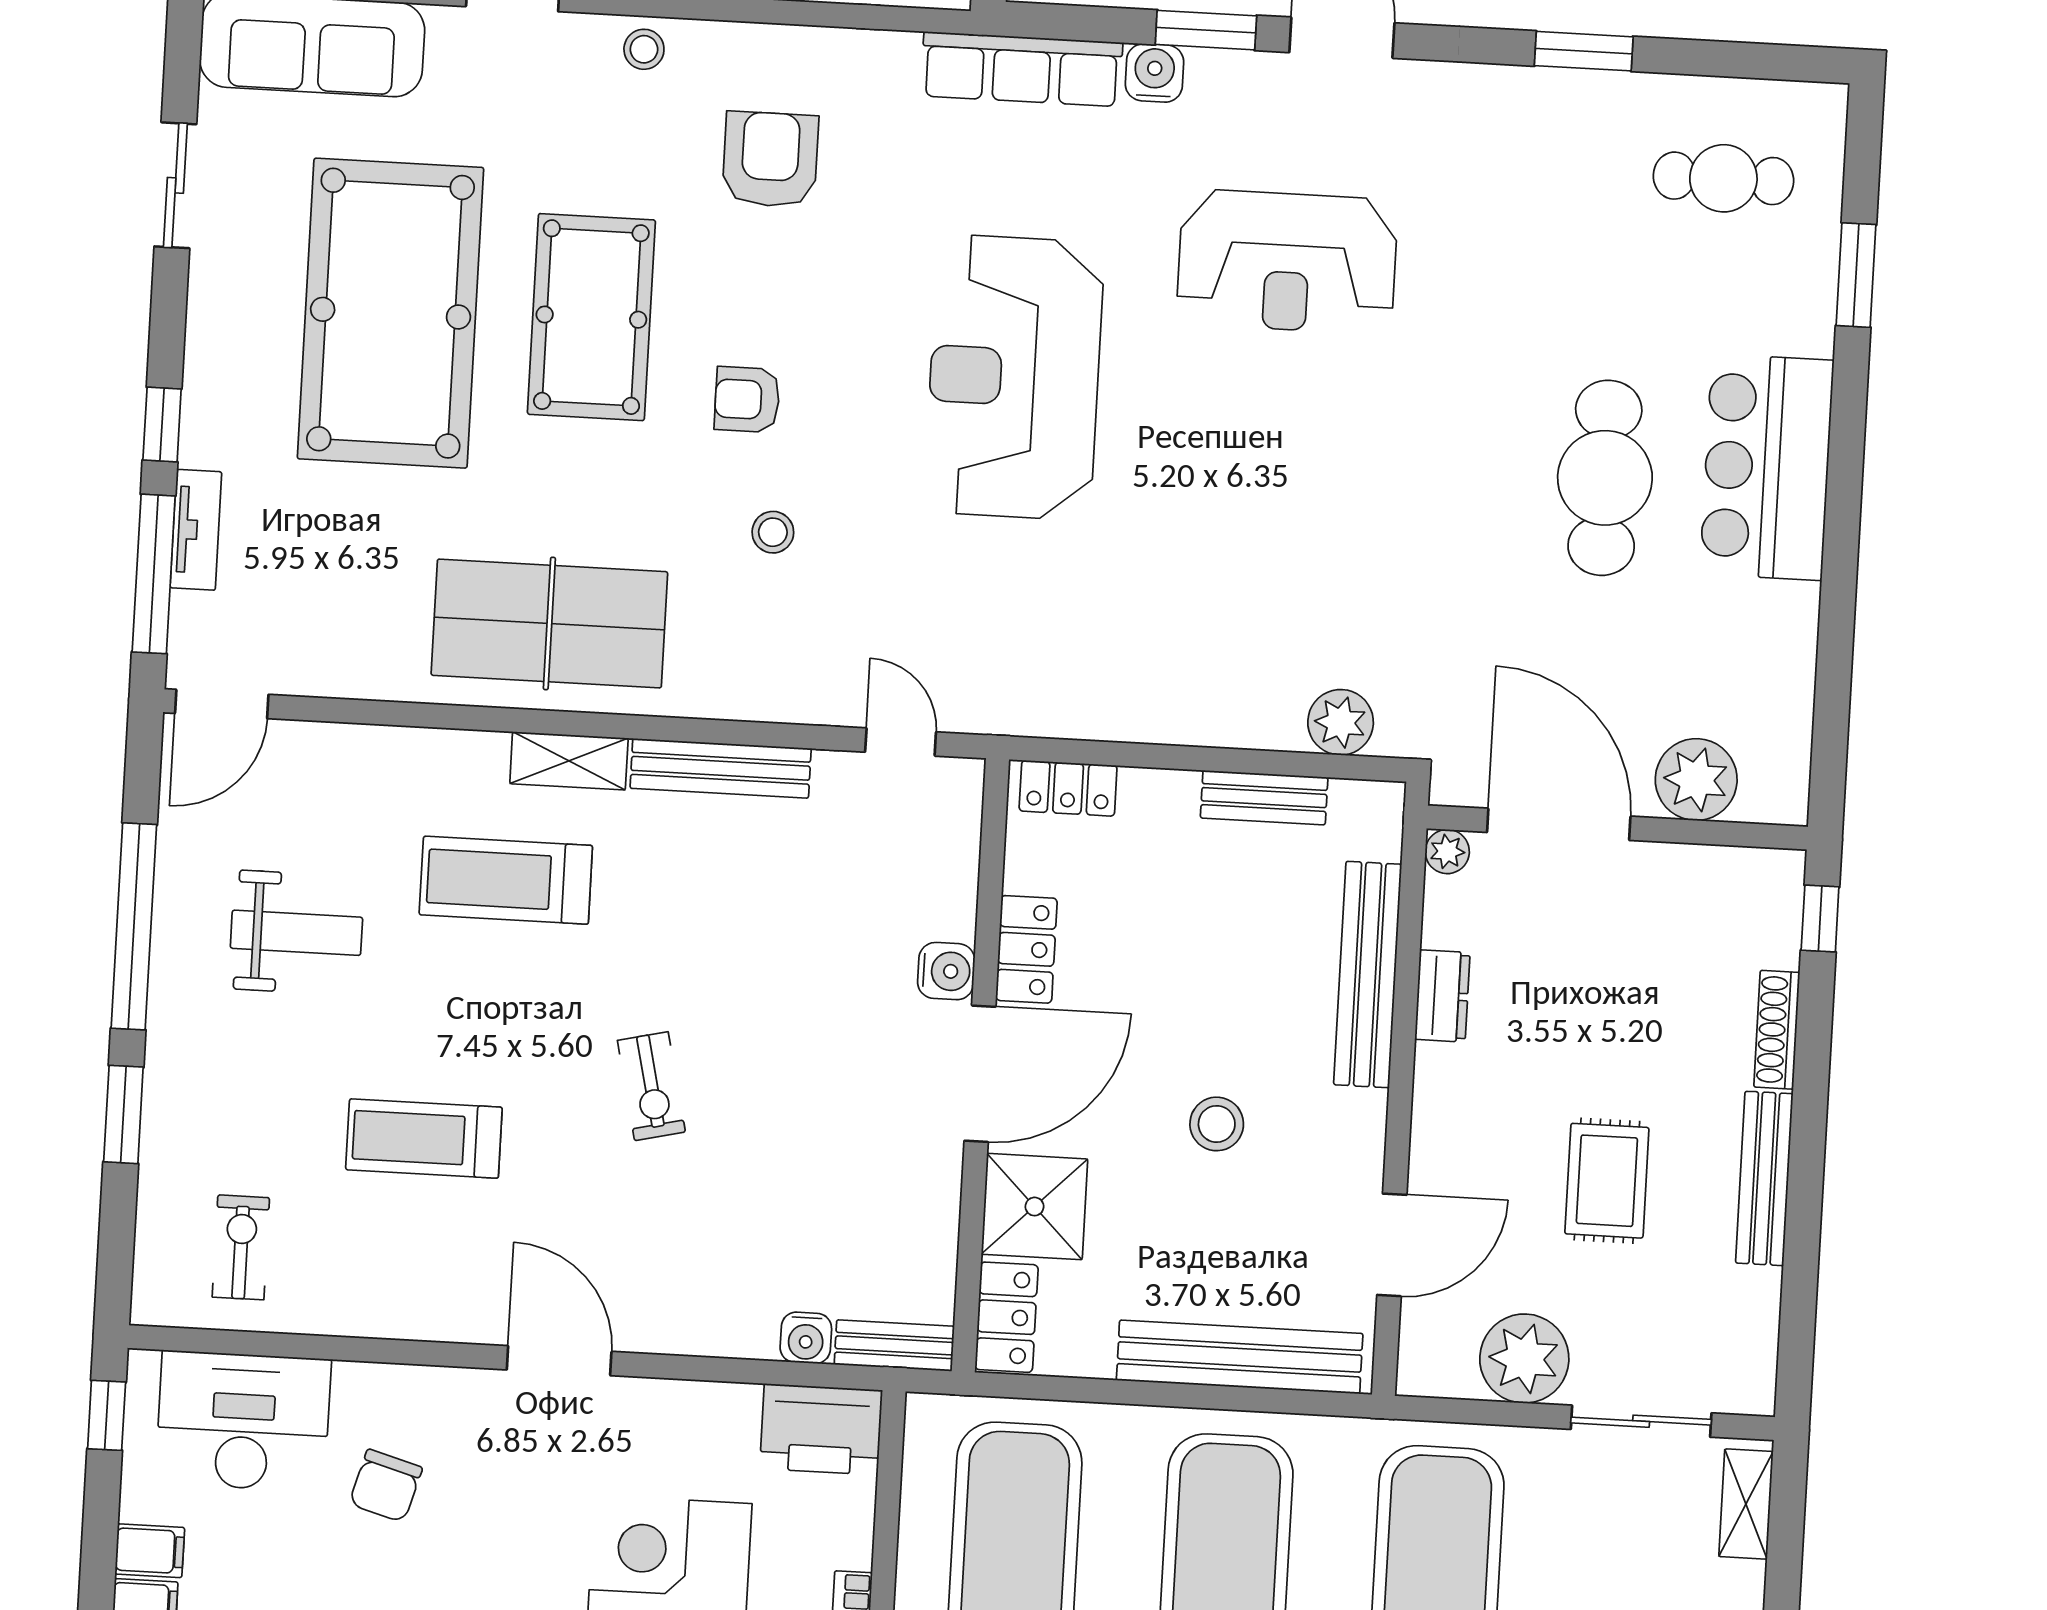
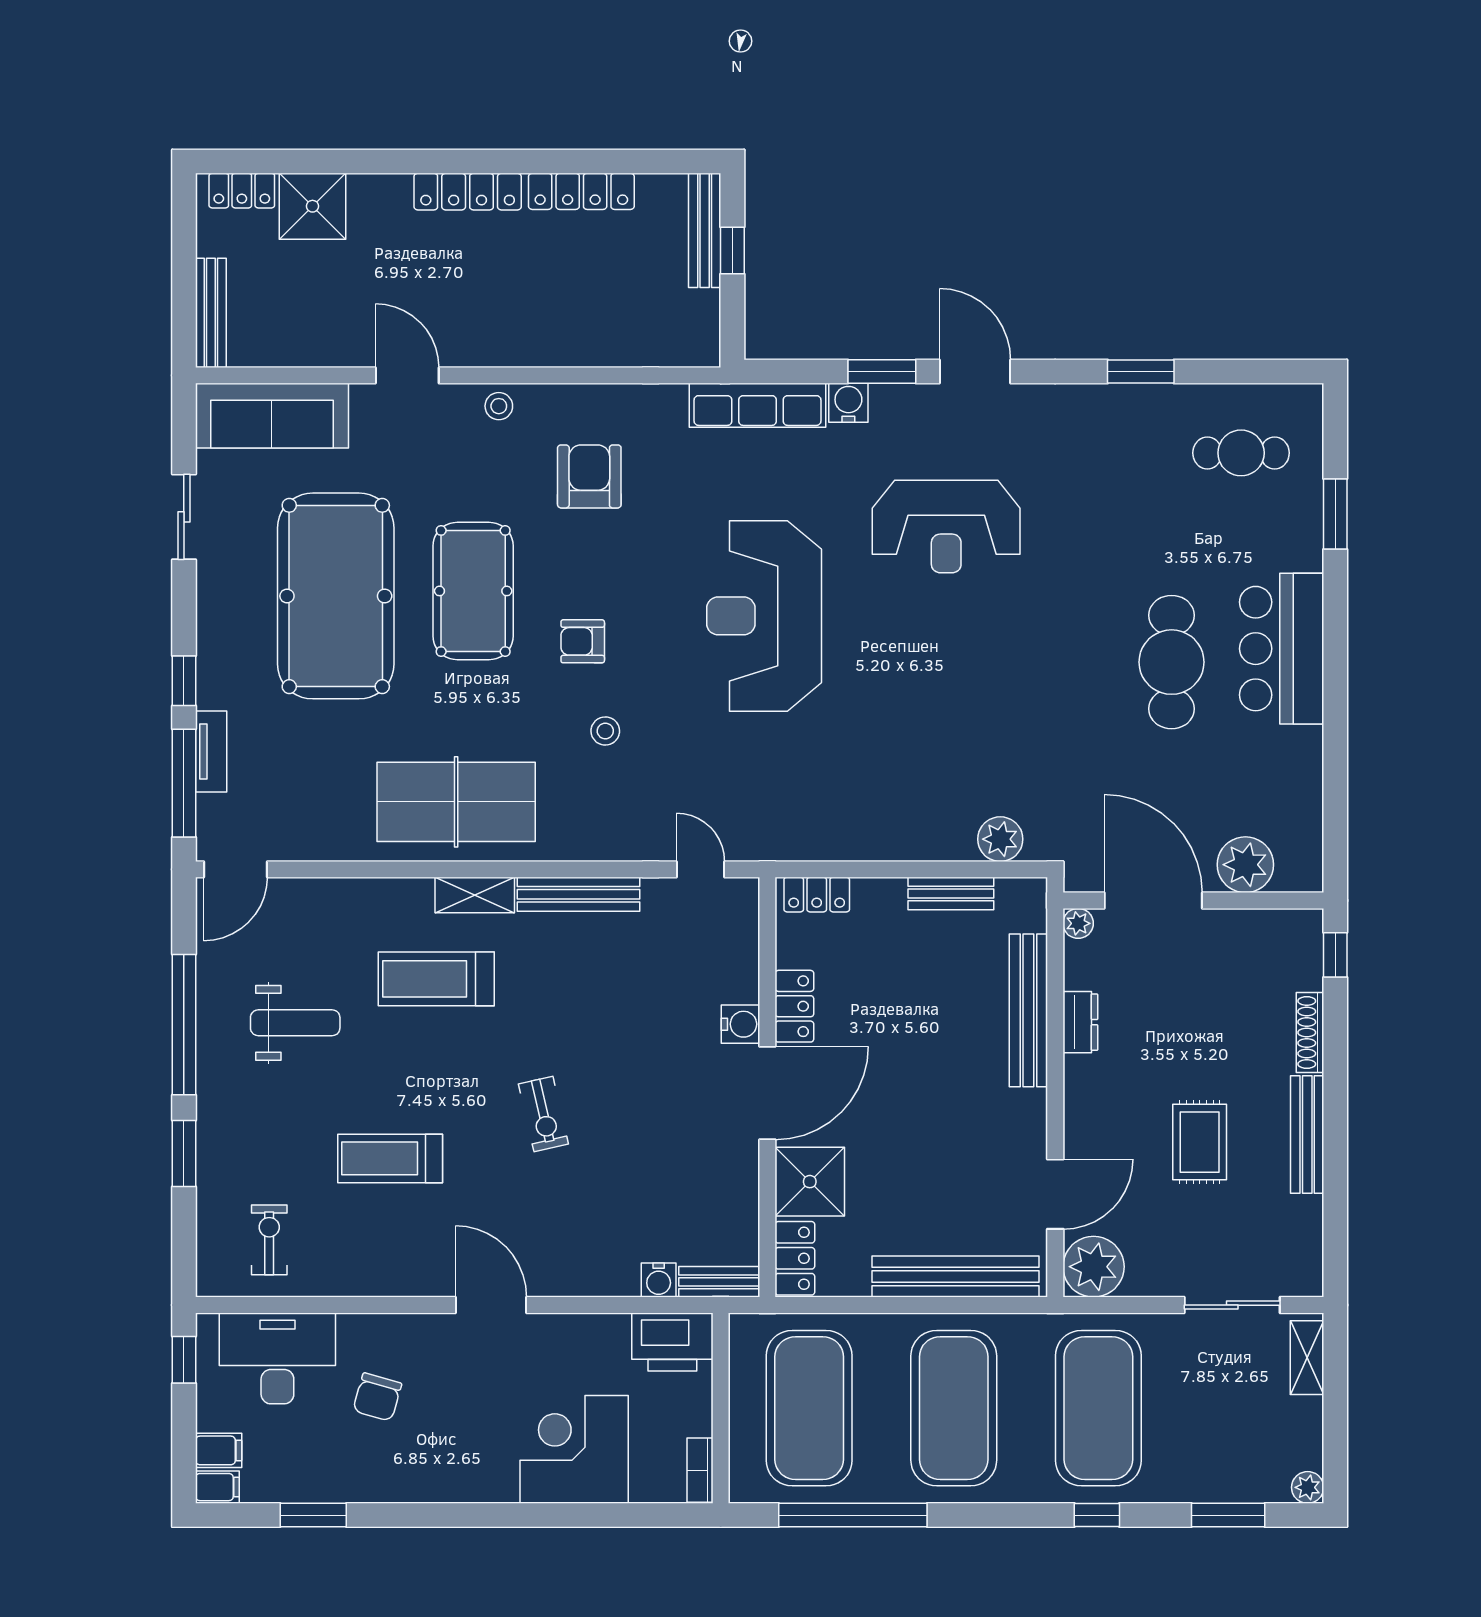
stool: (1217, 1124) -> (931, 1118), removed
plant: (1524, 1359) -> (1094, 1267), moved

